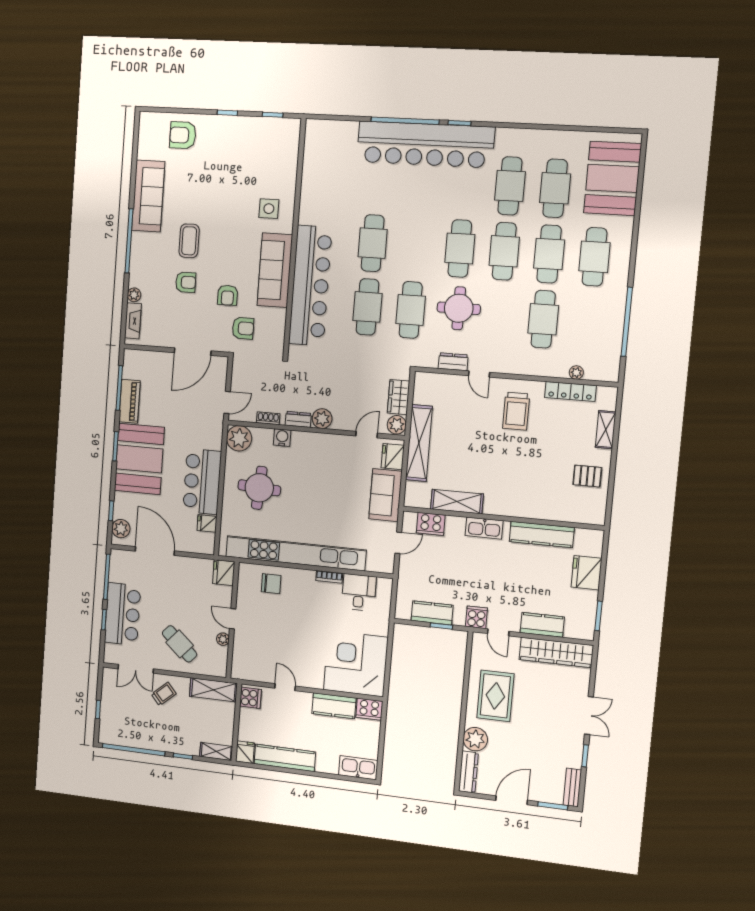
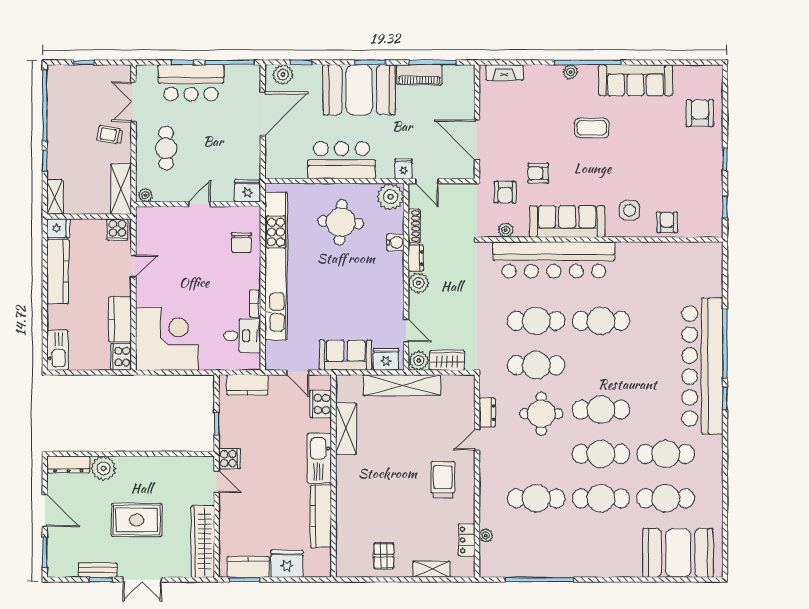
cafe table: (595, 257) -> (601, 543), removed
armchair: (186, 282) -> (667, 222), moved, turned 180
plant: (134, 295) -> (571, 72), moved
plant: (278, 330) -> (506, 230), added
locker: (570, 391) -> (467, 540), width x0.66
trolley: (516, 411) -> (443, 480), turned 90
shoe rack: (268, 418) -> (414, 226), width x1.43
fridge: (207, 523) -> (404, 169), moved
kitchen sink: (484, 528) -> (319, 458), width x1.36, depth x1.24
kitchen counter: (432, 613) -> (247, 385), moved, turned 90
kitchen counter: (542, 625) -> (248, 567), moved, turned -90
door: (498, 632) -> (217, 482), swing flipped
plant: (223, 639) -> (145, 195), moved
cafe table: (180, 644) -> (166, 148), turned -42
trolley: (164, 694) -> (110, 135), turned 141
rug: (495, 696) -> (137, 520), moved
bench: (572, 788) -> (98, 570), moved

